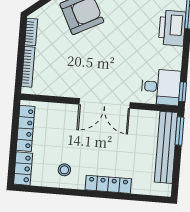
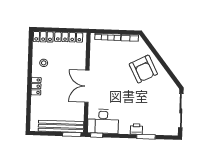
printer: (172, 28) -> (136, 129), width x0.53, depth x0.68
desk: (161, 87) -> (103, 121), width x1.37
locker: (108, 184) -> (36, 86), width x0.66

